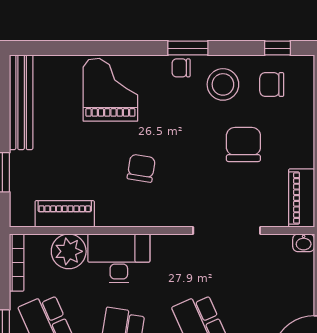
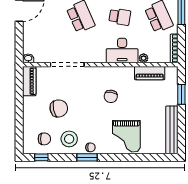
chair: (243, 144) -> (59, 108), turned -102
plant: (69, 251) -> (144, 58), width x0.53, depth x0.53

